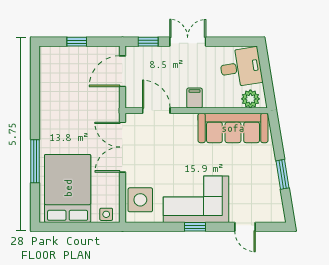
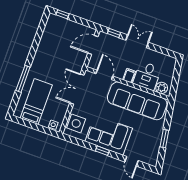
window: (77, 42) -> (63, 14), moved
desk: (241, 67) -> (147, 76), moved, turned 99
sofa: (233, 128) -> (137, 101), width x1.36, depth x1.27
bed: (68, 188) -> (36, 101), width x0.67

